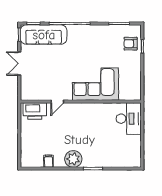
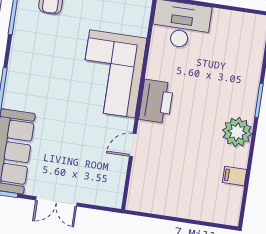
door: (57, 102) -> (133, 145), swing flipped
printer: (35, 111) -> (156, 101), moved

